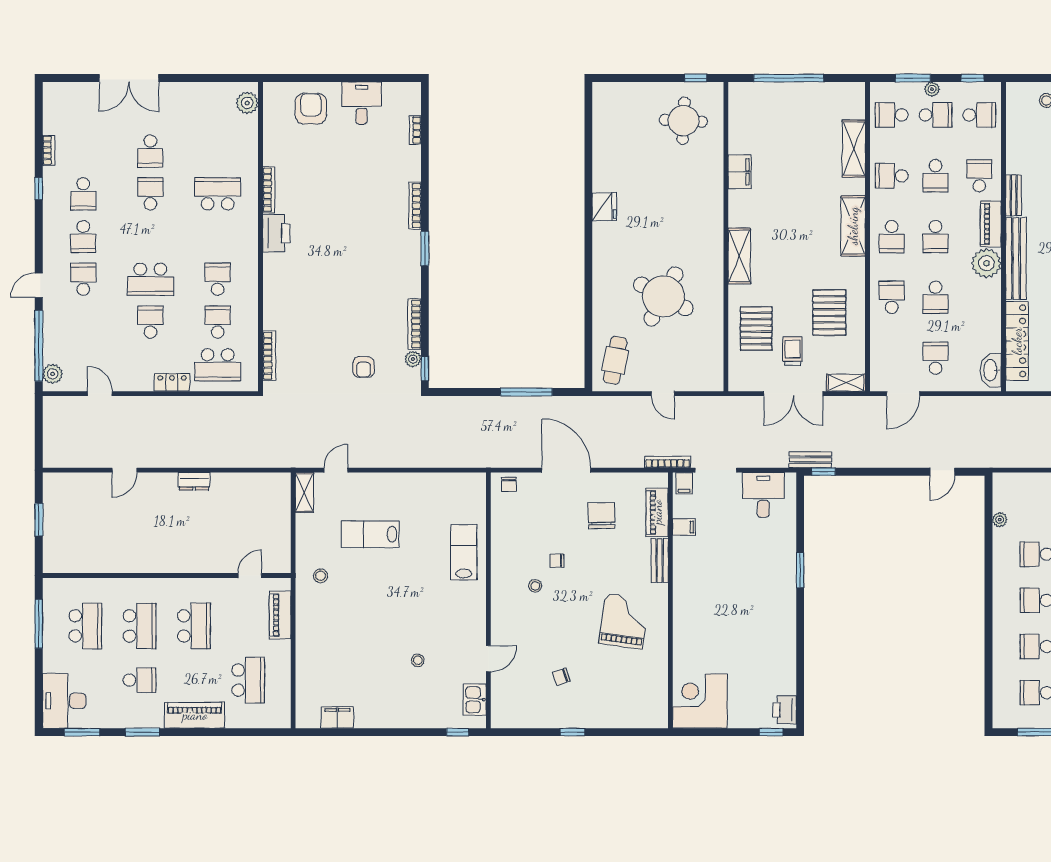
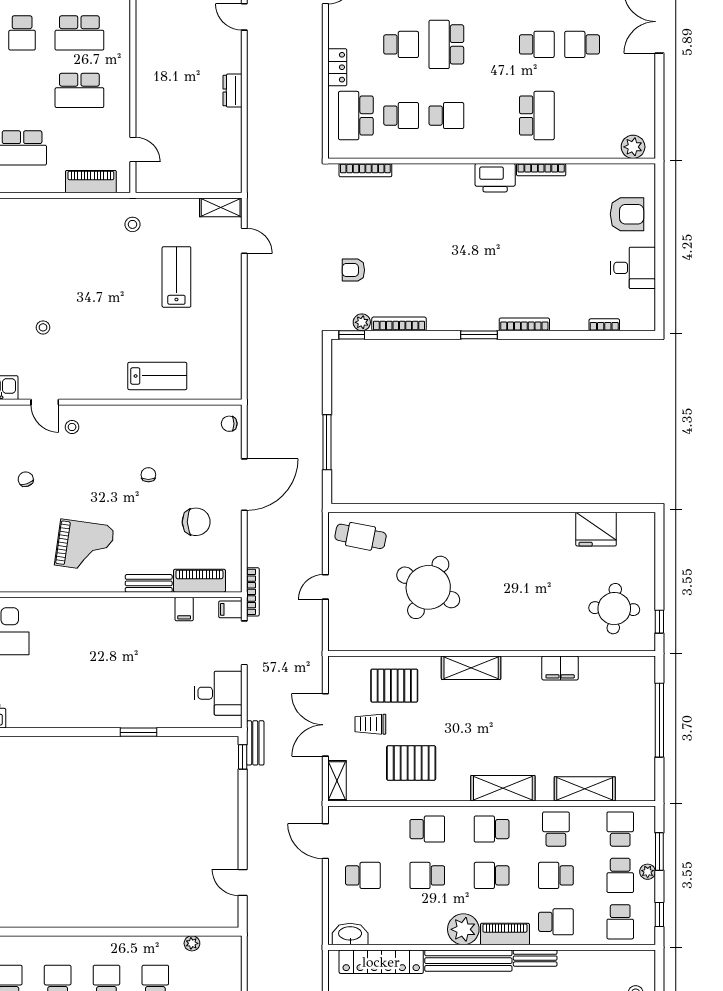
fridge: (604, 207) -> (596, 529), moved, width x1.36, depth x1.34
trolley: (793, 351) -> (370, 724), turned 180
stool: (535, 586) -> (72, 427), moved

